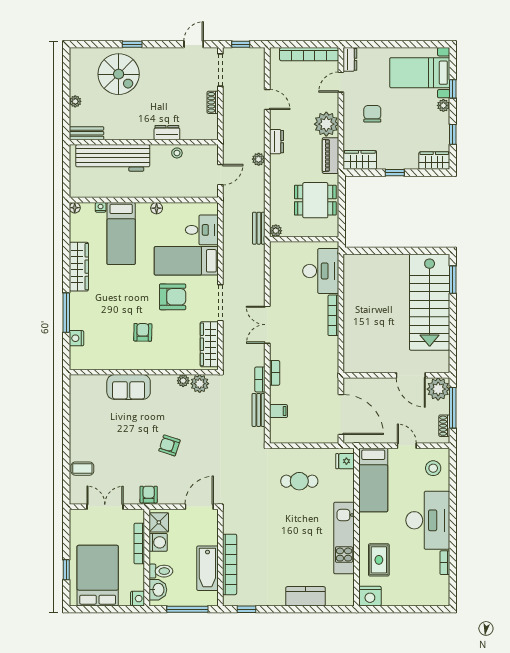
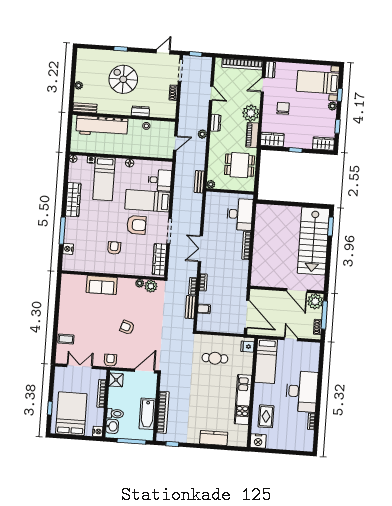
spiral stairs: (119, 74) -> (123, 79), moved, turned 180
stool: (433, 468) -> (308, 356), removed
washing machine: (158, 542) -> (115, 394), removed

